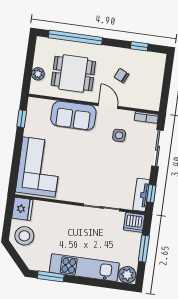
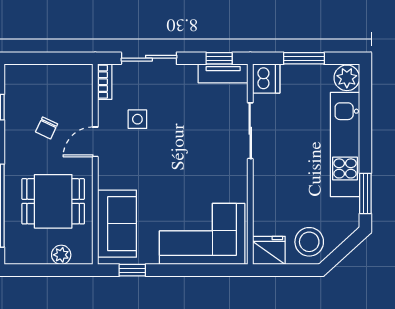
dining table: (73, 73) -> (53, 201), turned 90
sofa: (73, 116) -> (117, 224), moved

